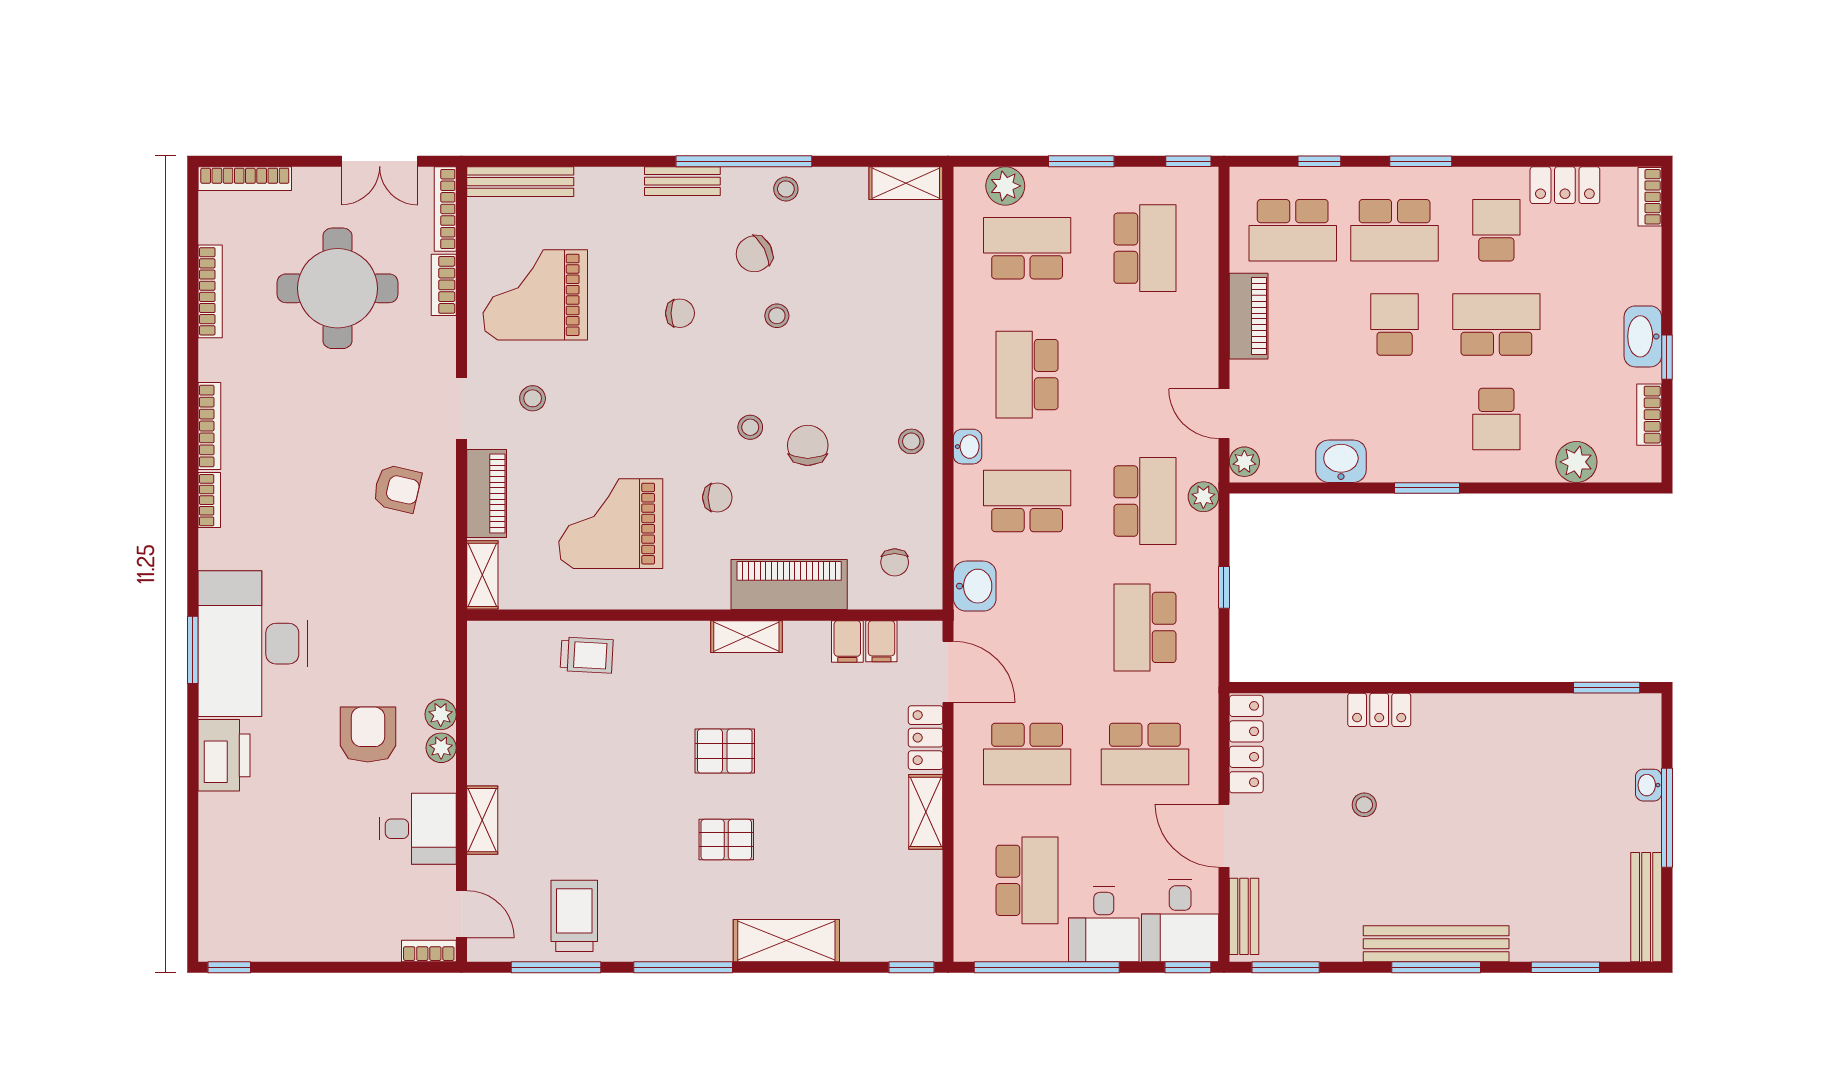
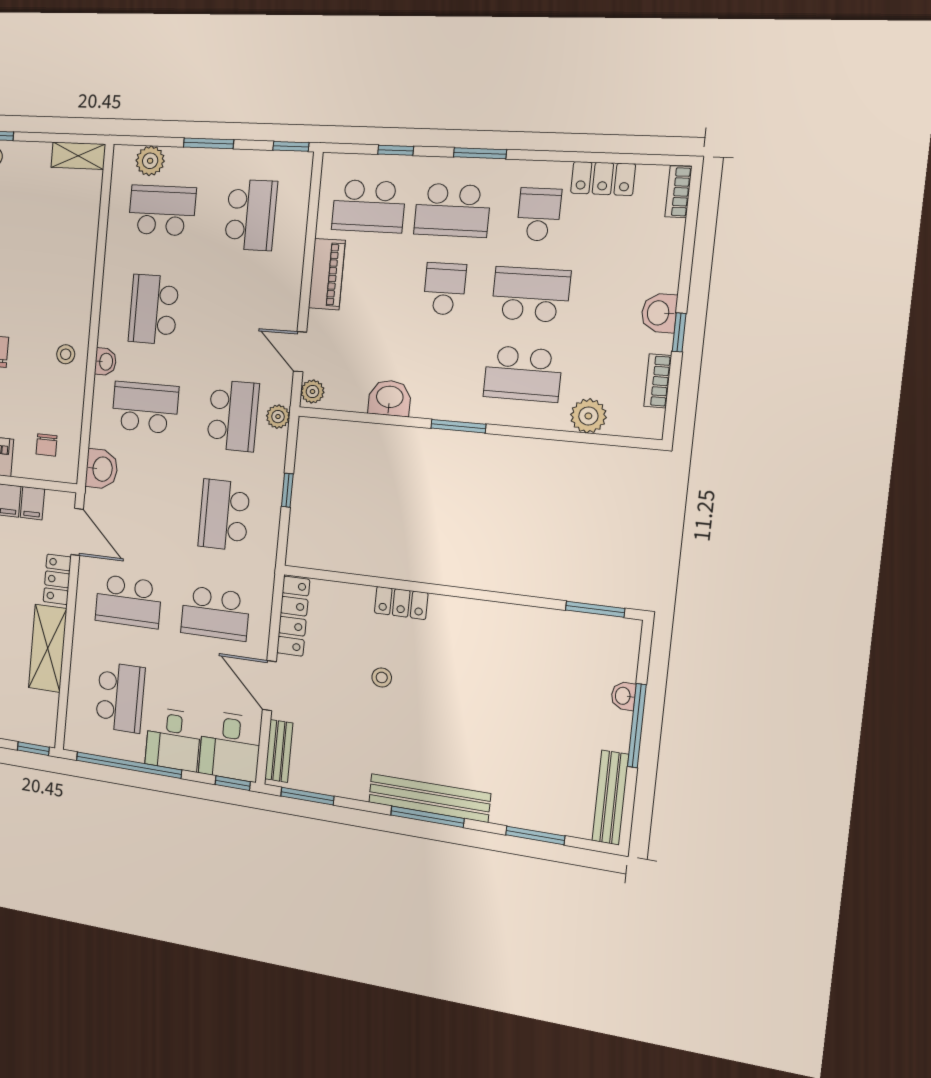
washbasin: (1643, 336) -> (659, 313), width x0.72
school desk: (1496, 419) -> (523, 374), width x1.85
shelving: (926, 812) -> (48, 648), width x1.50, depth x1.33

